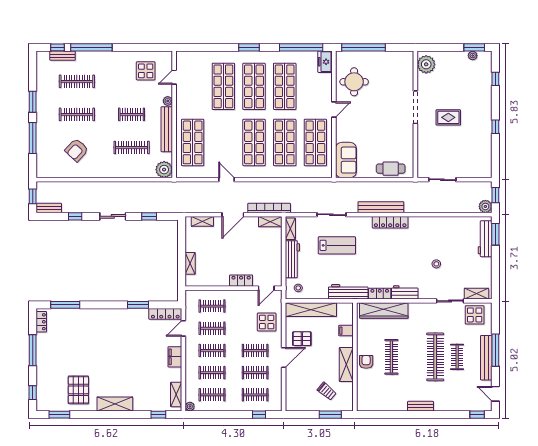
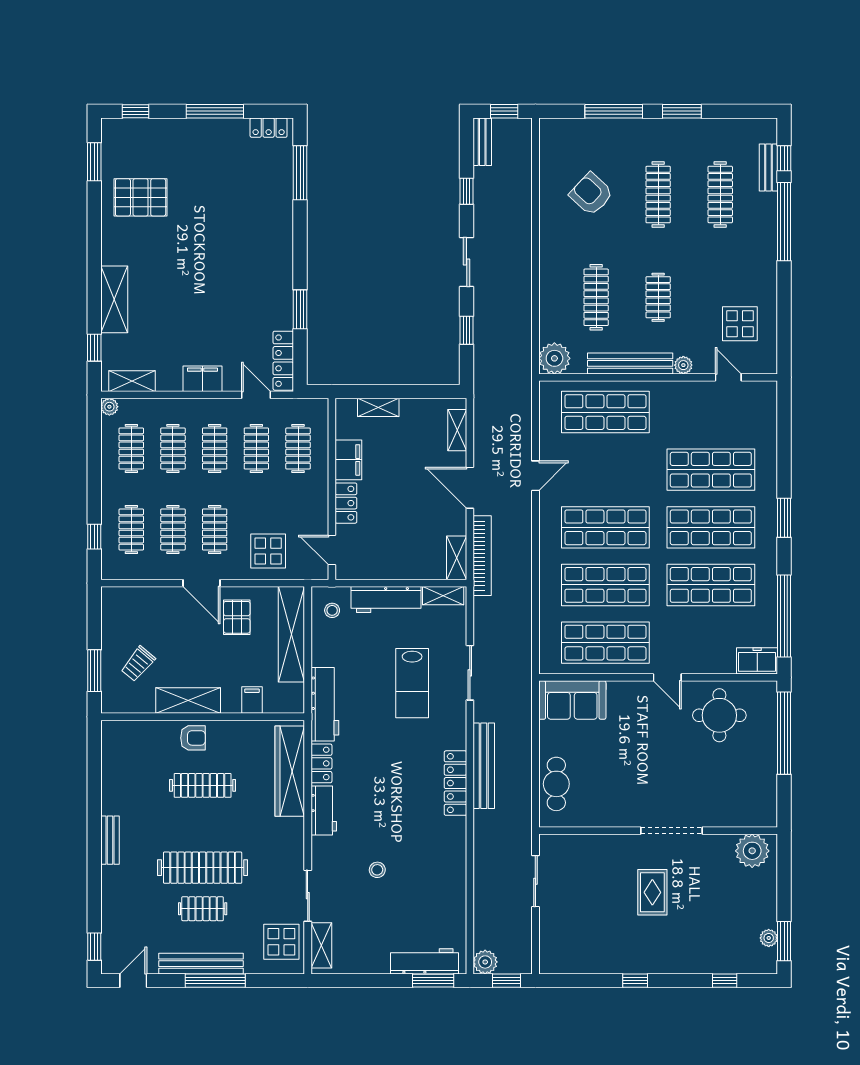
filing cabinet: (218, 279) -> (348, 460), added
shelving: (115, 404) -> (114, 299), moved

